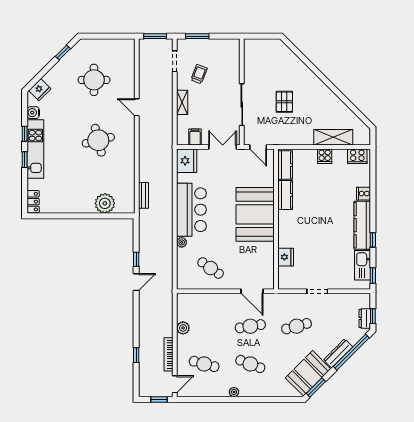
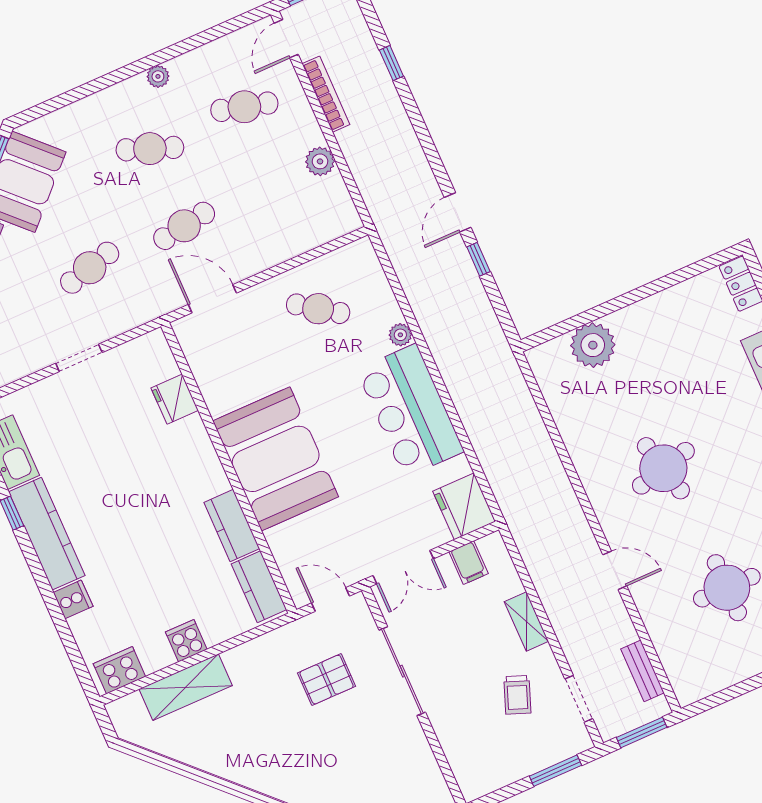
pallet: (284, 102) -> (327, 680), moved, turned 90
bench: (144, 195) -> (643, 671), moved

